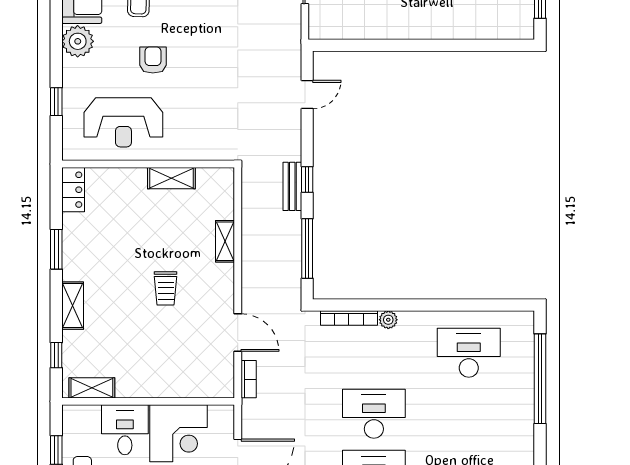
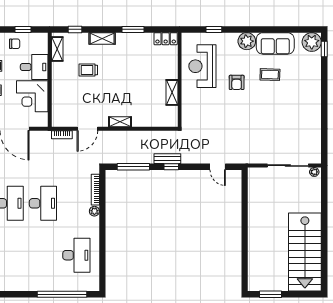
armchair: (153, 60) -> (237, 82), turned 90
shelving: (225, 241) -> (120, 122), moved
trolley: (166, 288) -> (88, 70), moved

